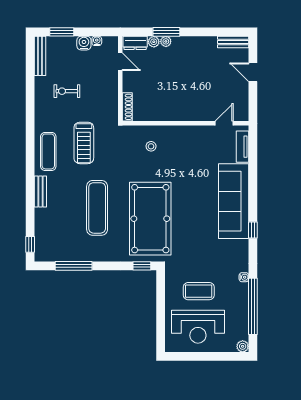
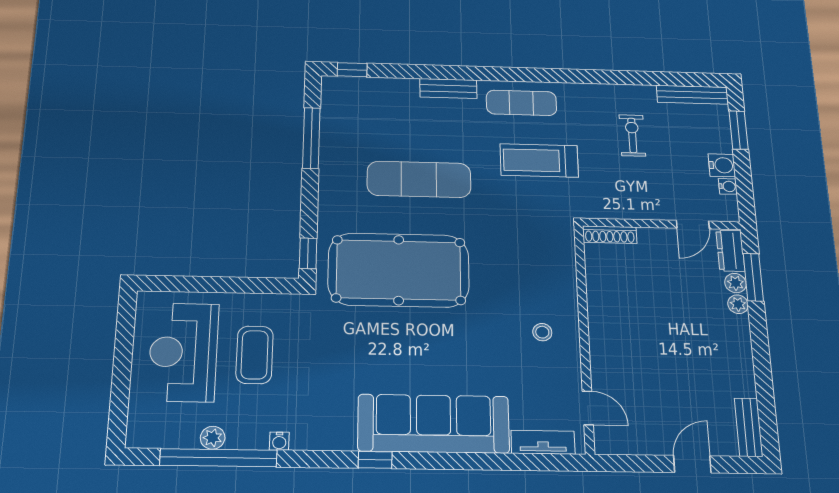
window: (166, 32) -> (753, 277), moved
stool: (151, 146) -> (542, 332), moved
plant: (243, 346) -> (213, 438), moved

